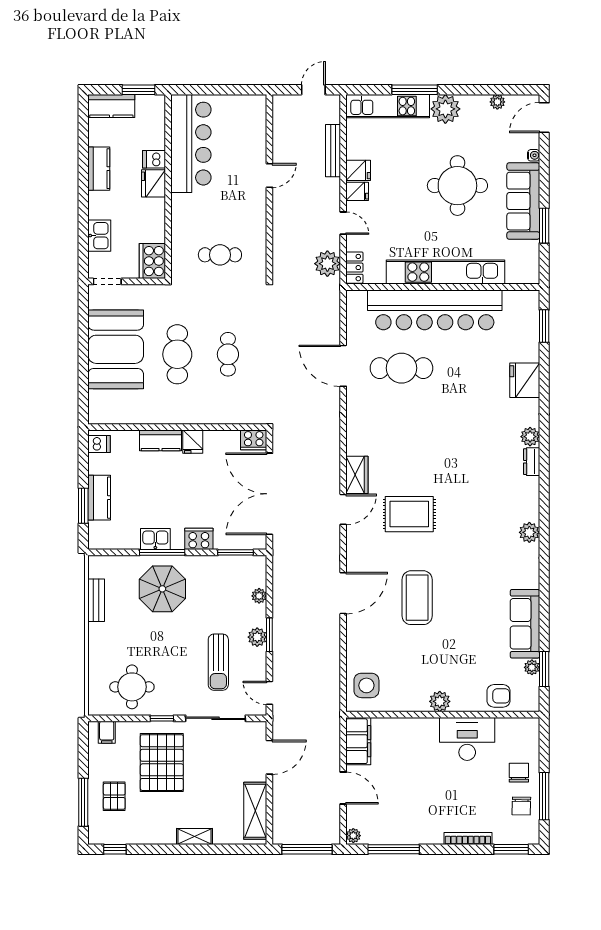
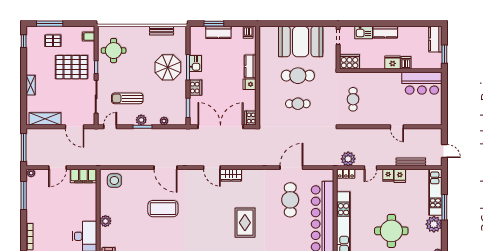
bar counter: (191, 144) -> (422, 83), width x0.73
kitchen counter: (99, 169) -> (385, 32), moved
rug: (409, 514) -> (245, 223), moved

